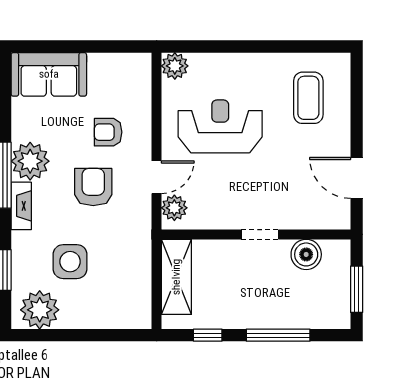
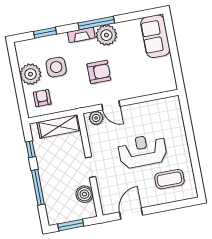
plant: (175, 66) -> (173, 104), removed
reception desk: (220, 126) -> (142, 151), moved, turned -90
armchair: (108, 132) -> (42, 98), moved
plant: (40, 310) -> (30, 74), moved

